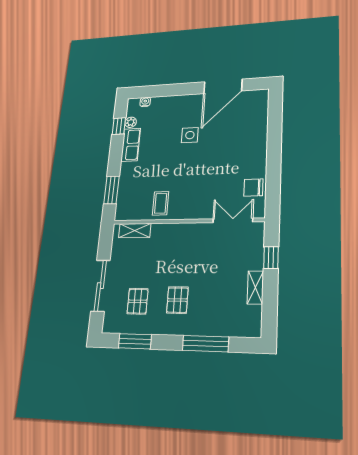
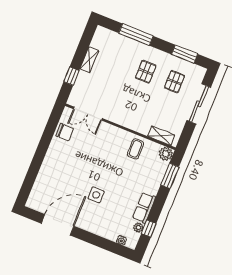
plant: (123, 212) -> (166, 154), added

